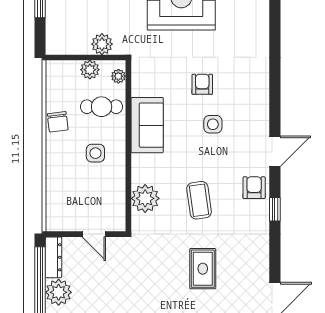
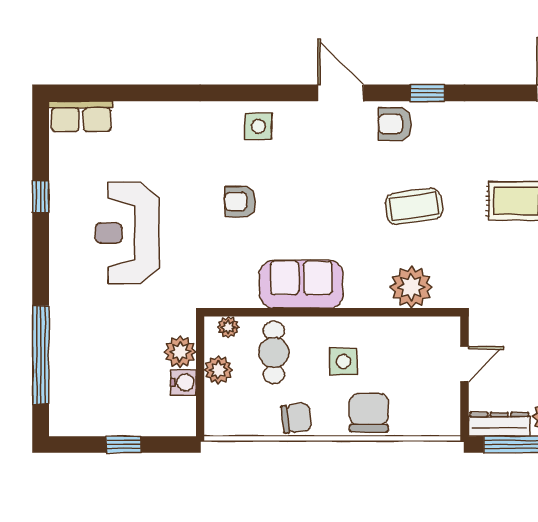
water cooler: (82, 46) -> (183, 382), added
side table: (213, 124) -> (258, 126), moved
chair: (61, 170) -> (369, 413), added

